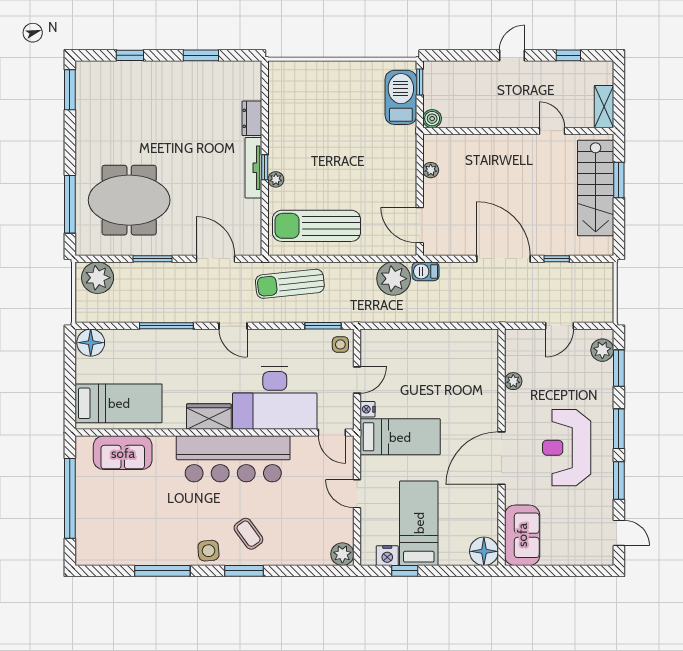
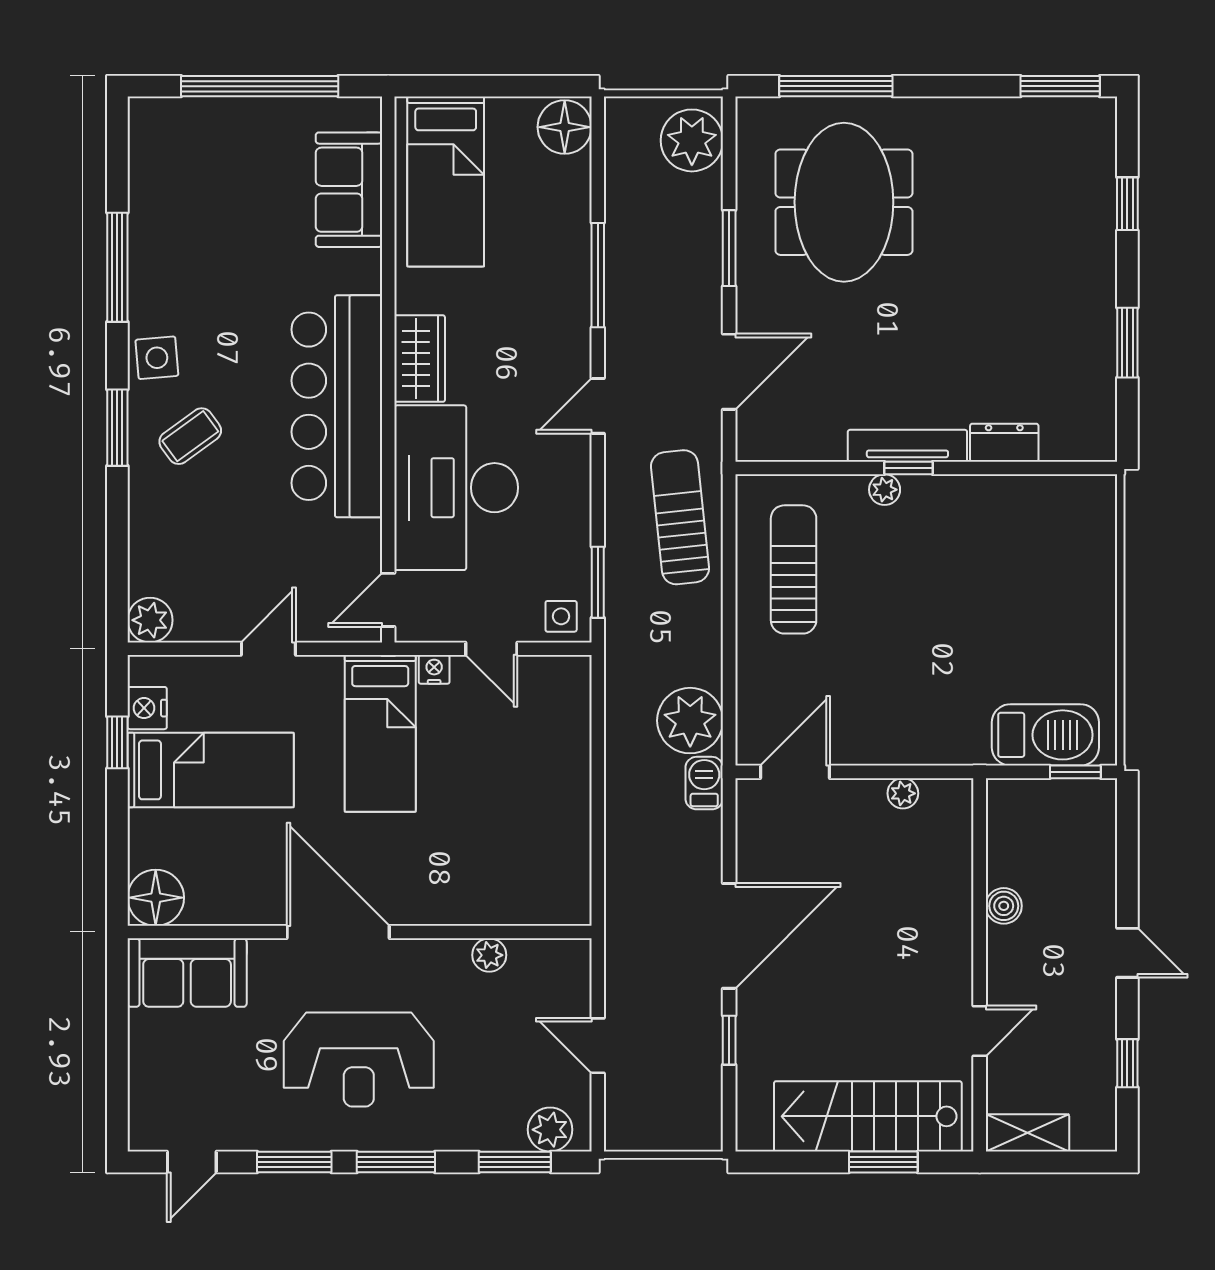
boiler: (432, 119) -> (1004, 906), moved
sun lounger: (316, 226) -> (794, 569), width x0.73, depth x0.75
reception desk: (567, 448) -> (359, 1060), turned 180

